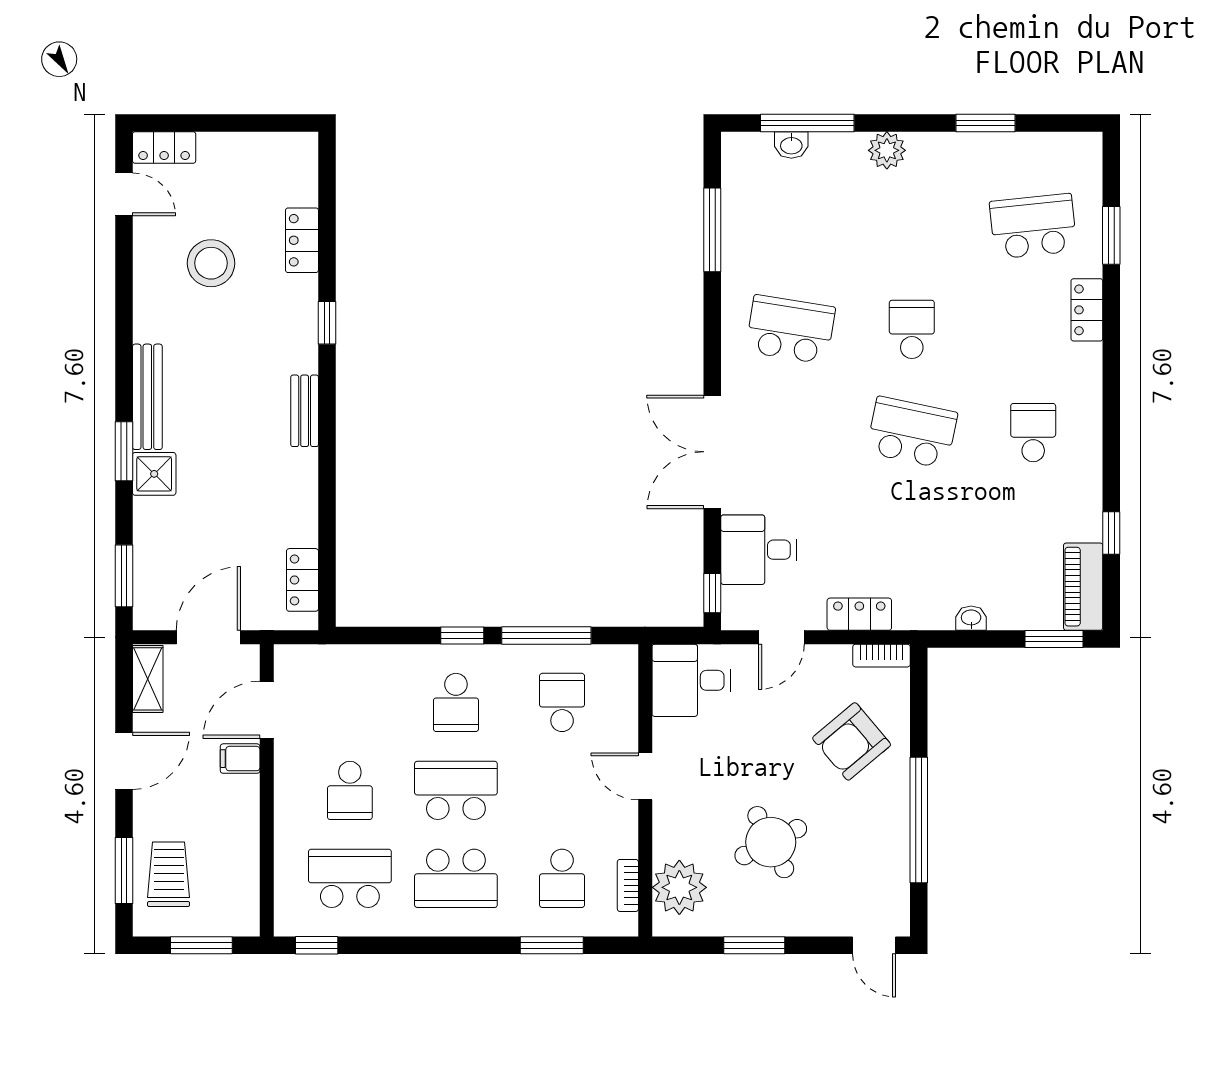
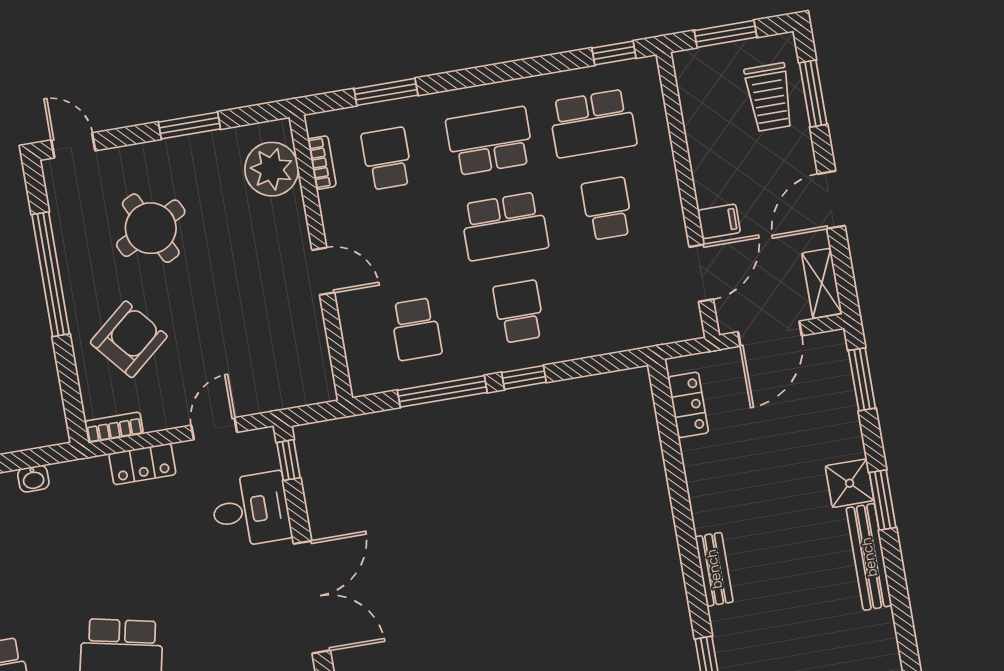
desk: (691, 680) -> (295, 372), removed
round table: (771, 842) -> (151, 228), moved

